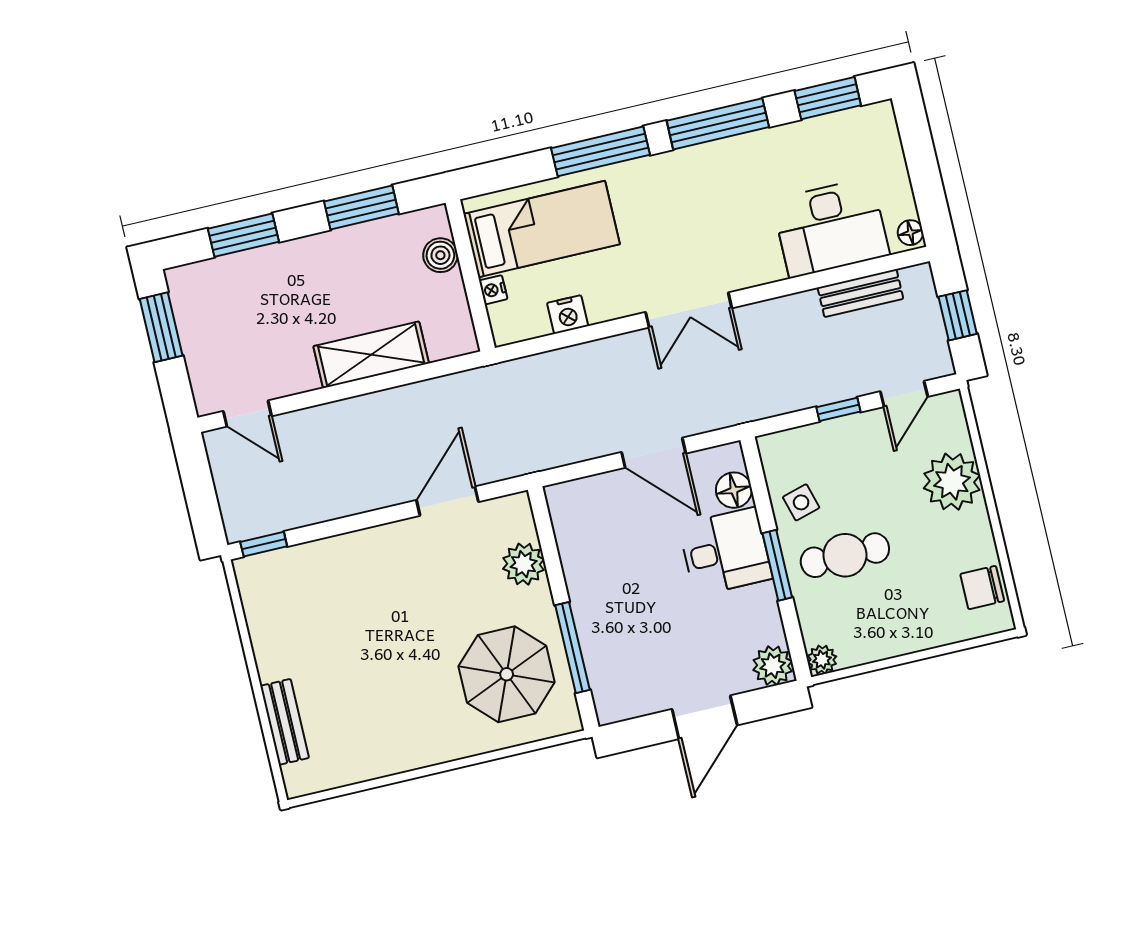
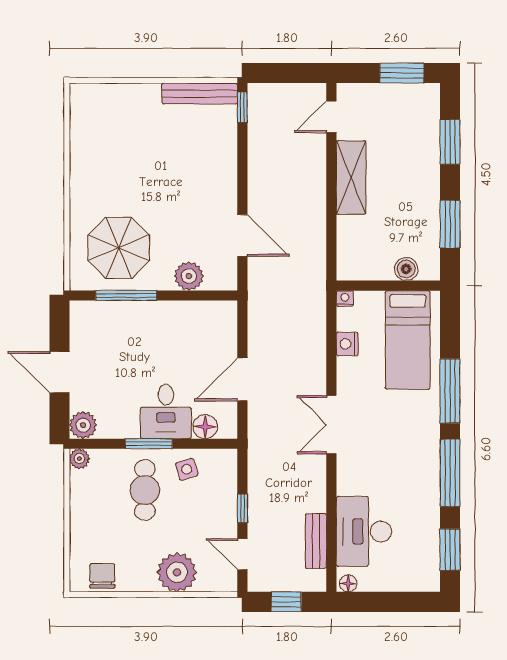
nightstand: (493, 290) -> (345, 299), moved
shelving: (371, 355) -> (351, 178), moved
bench: (285, 722) -> (200, 93), moved, width x1.36

